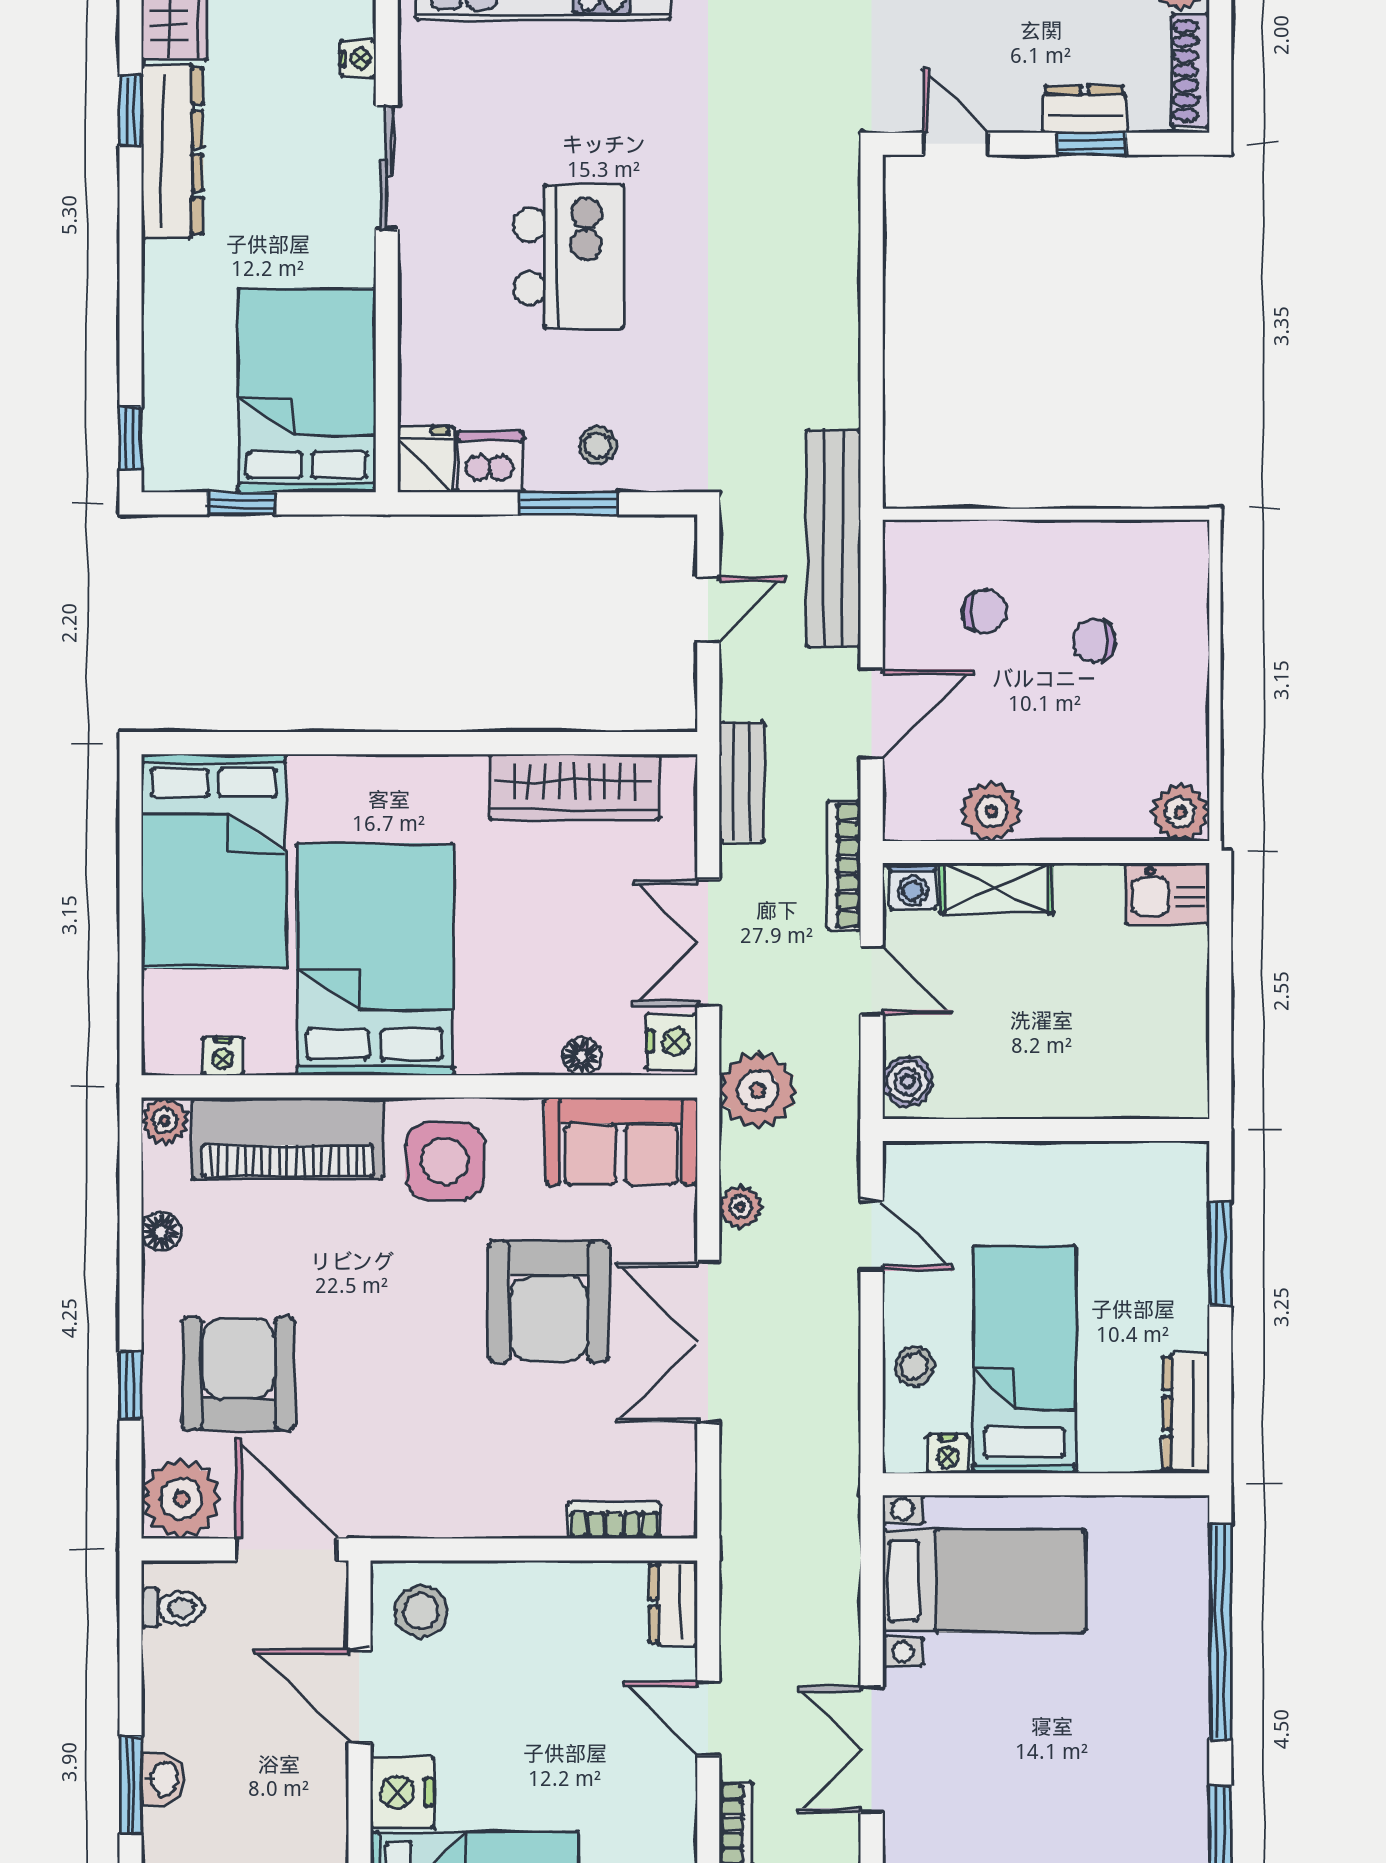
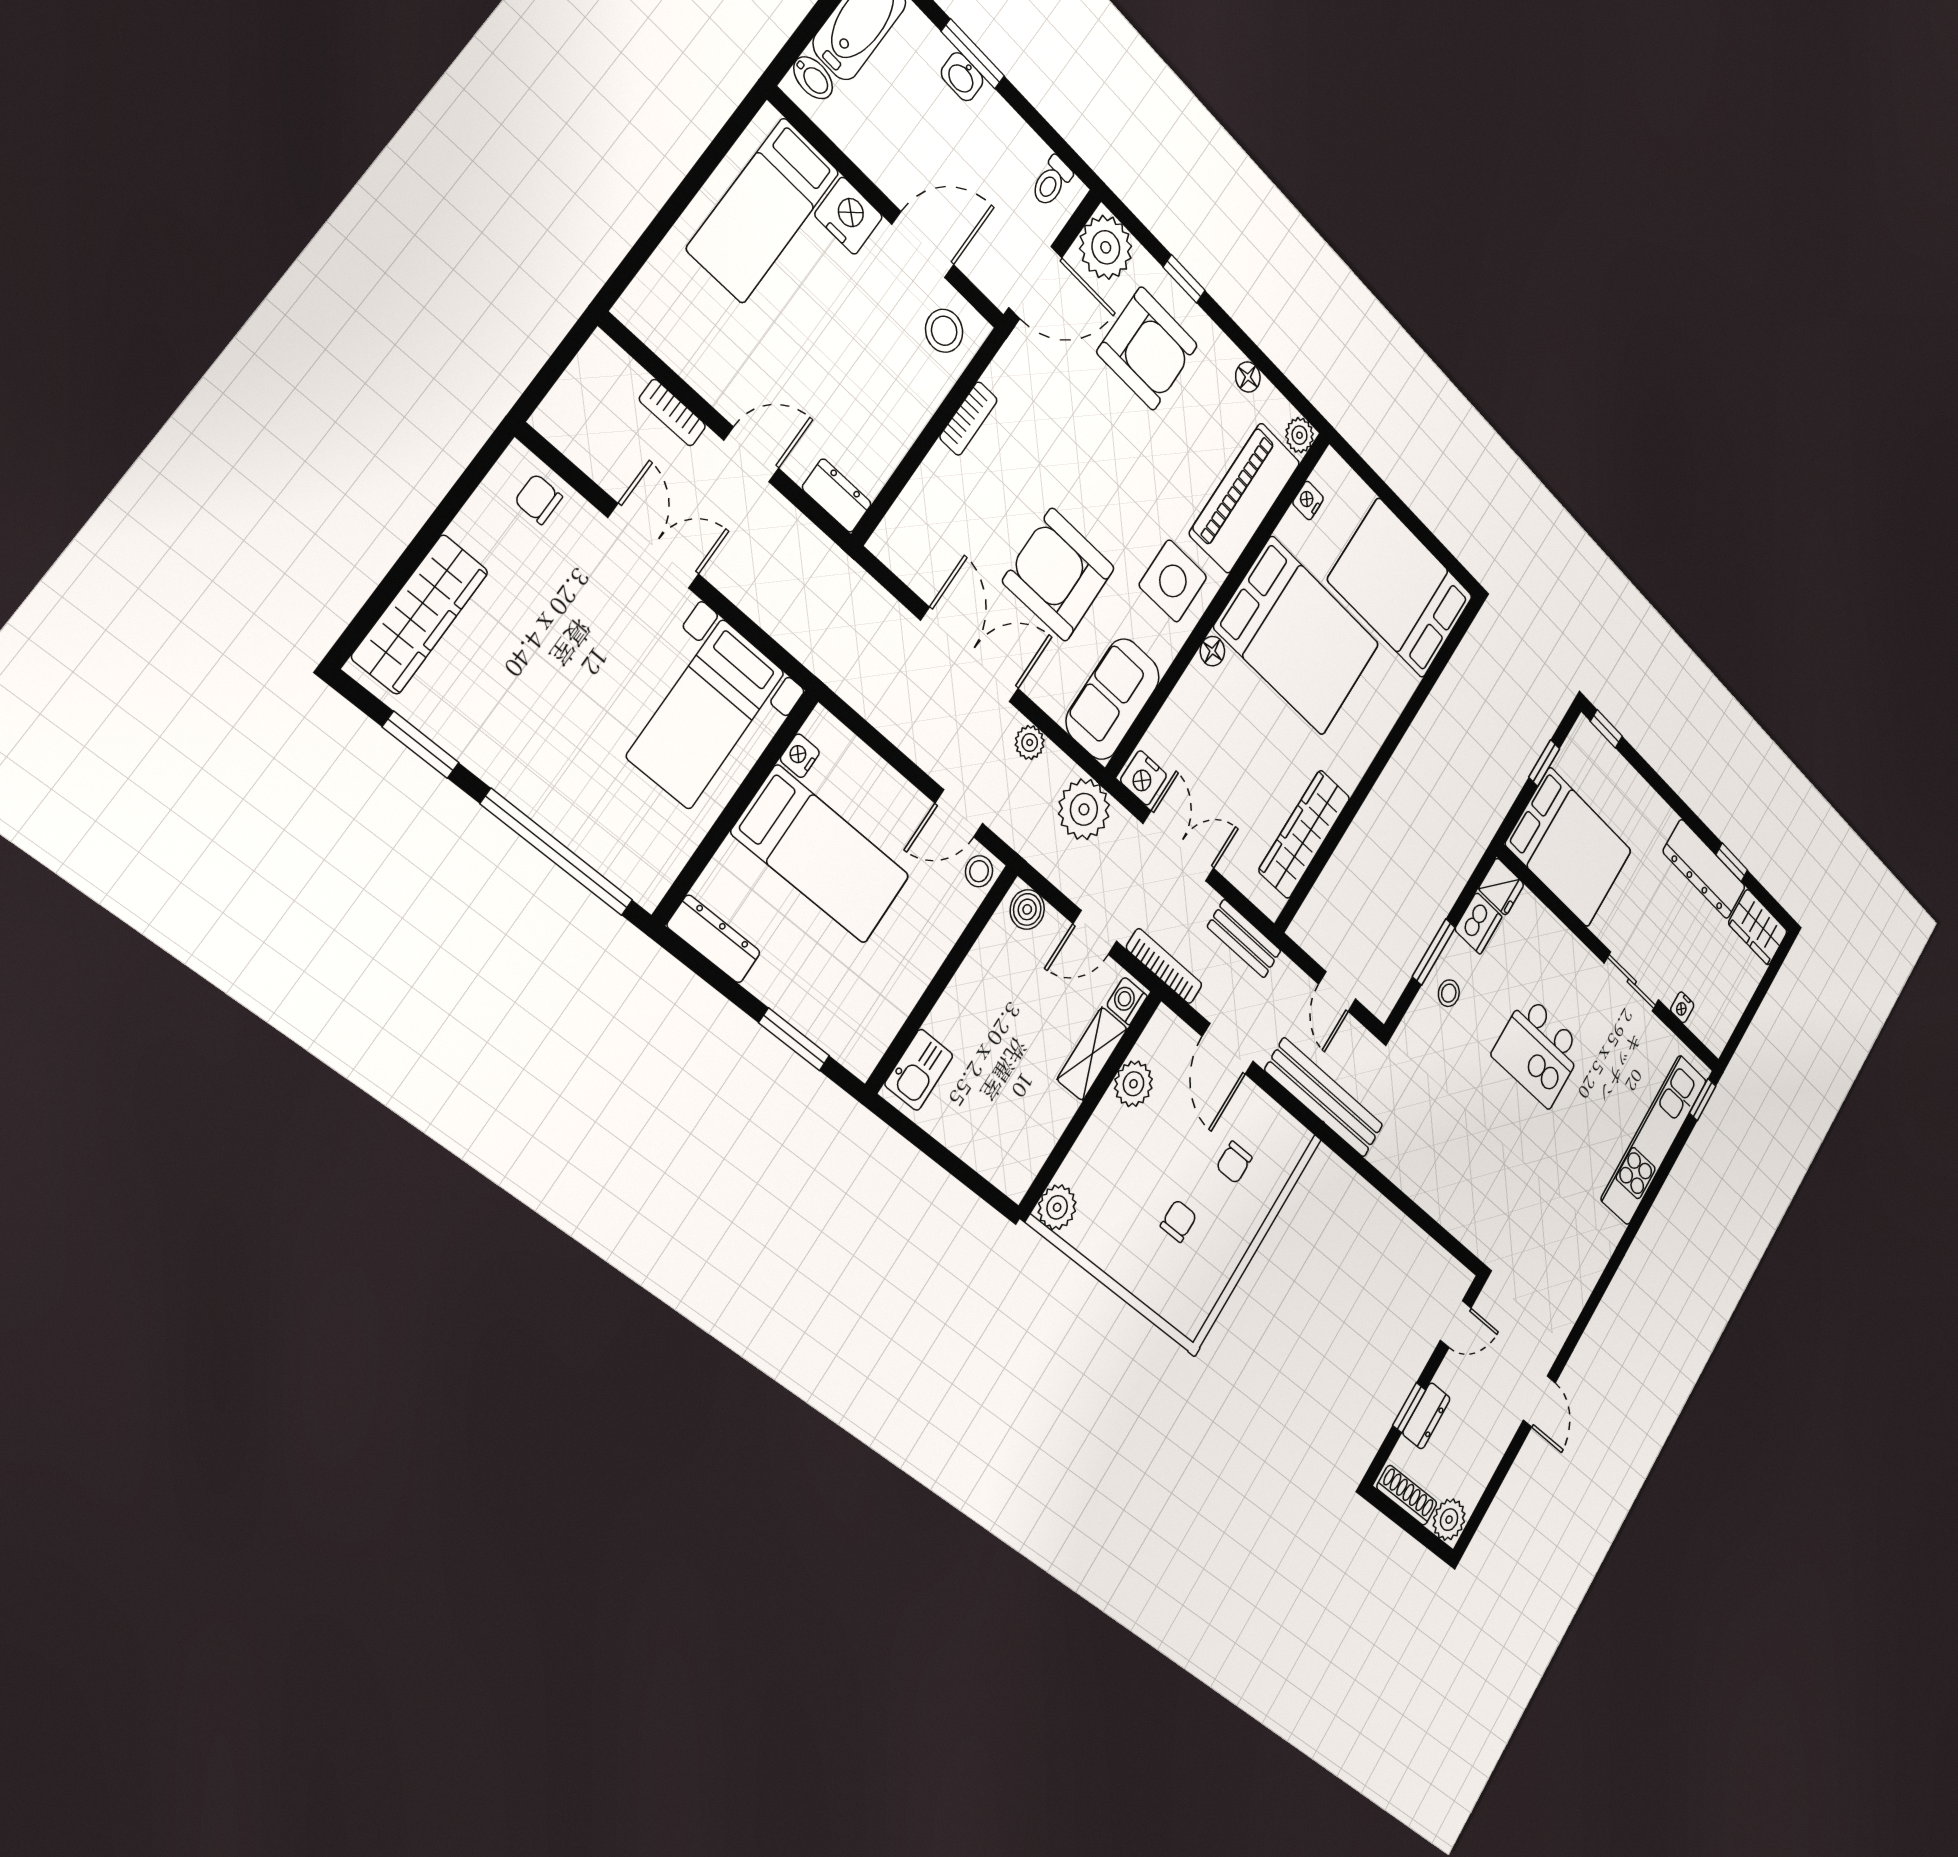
kitchen sink: (1167, 894) -> (919, 1070), moved, turned 180
floor lamp: (582, 1056) -> (1212, 651), moved
stool: (915, 1366) -> (979, 871), moved
bookcase: (614, 1520) -> (969, 419), moved

